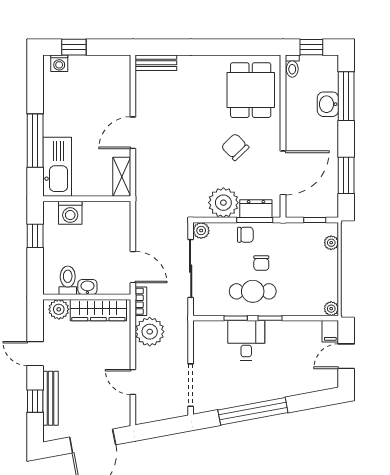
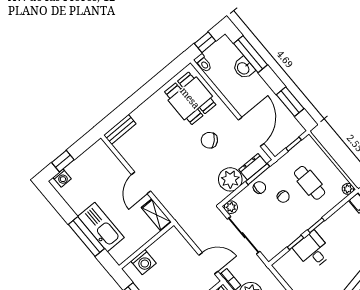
kitchen sink: (57, 167) -> (101, 227), moved
plant: (331, 243) -> (315, 149), removed
cafe table: (253, 291) -> (310, 183), moved, turned 90

